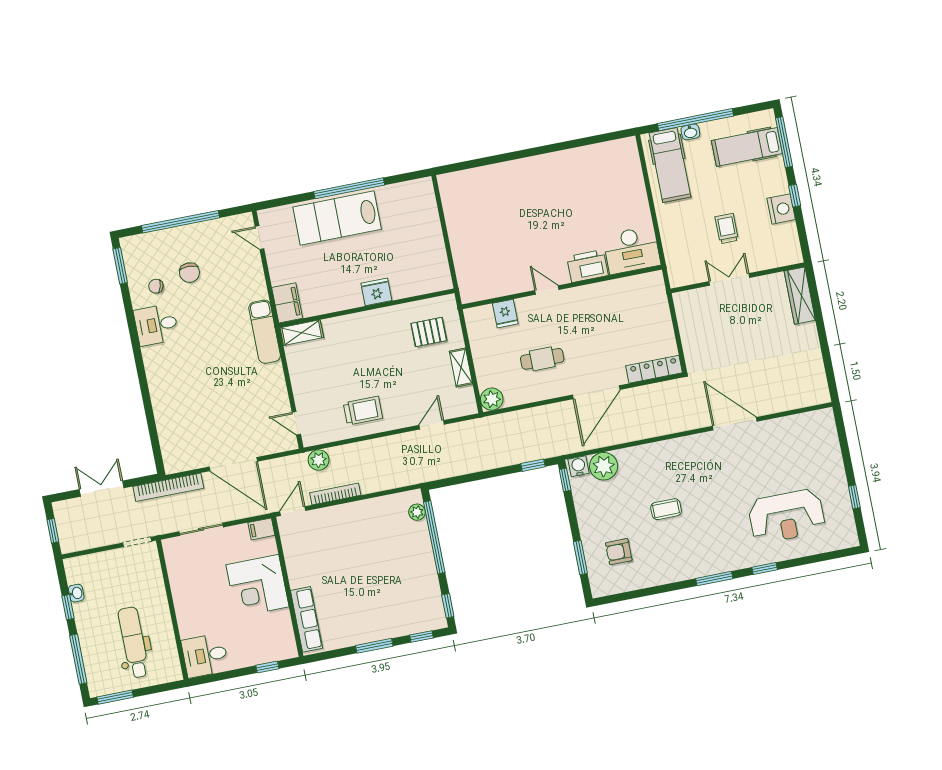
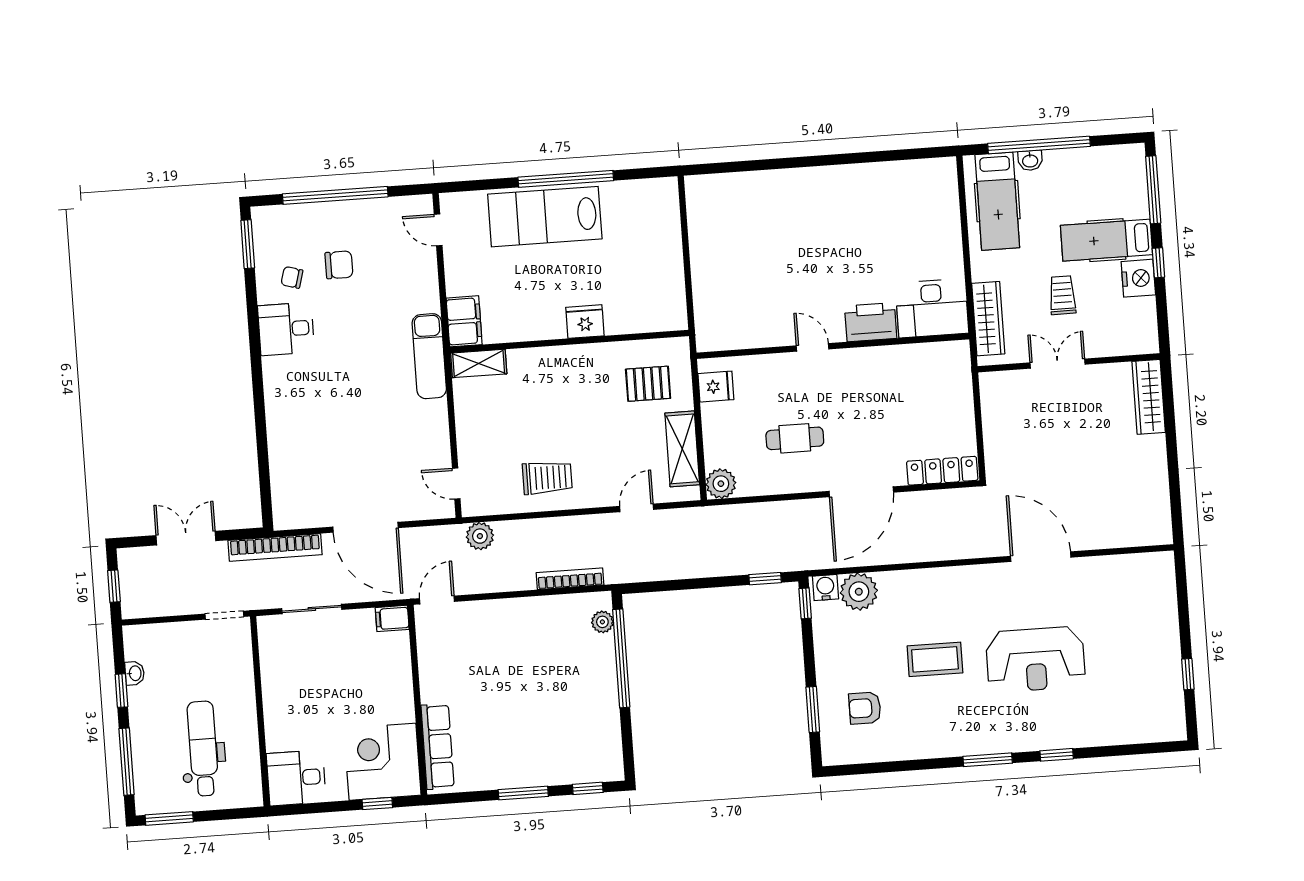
hospital bed: (747, 147) -> (1106, 240), moved
wardrobe: (674, 253) -> (988, 319), added
chair: (189, 273) -> (339, 265), turned -90
fridge: (505, 314) -> (716, 387), moved, turned -90
shelving: (461, 367) -> (682, 449), width x1.50, depth x1.33
bookcase: (335, 494) -> (570, 579), moved
coffee table: (666, 509) -> (935, 659), width x1.36, depth x1.30
reception desk: (787, 516) -> (1035, 659), moved
corner desk: (257, 586) -> (382, 762), moved, turned 90
window: (448, 606) -> (628, 752), removed

